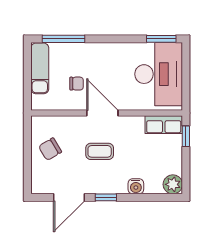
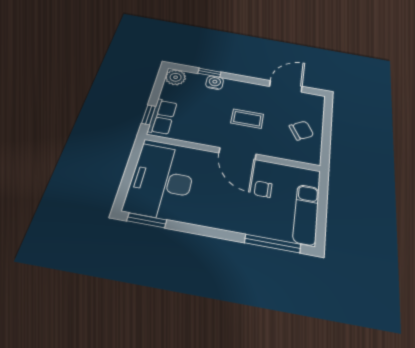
row of seats: (164, 125) -> (162, 117), moved, turned 90
window: (106, 197) -> (209, 73), moved

